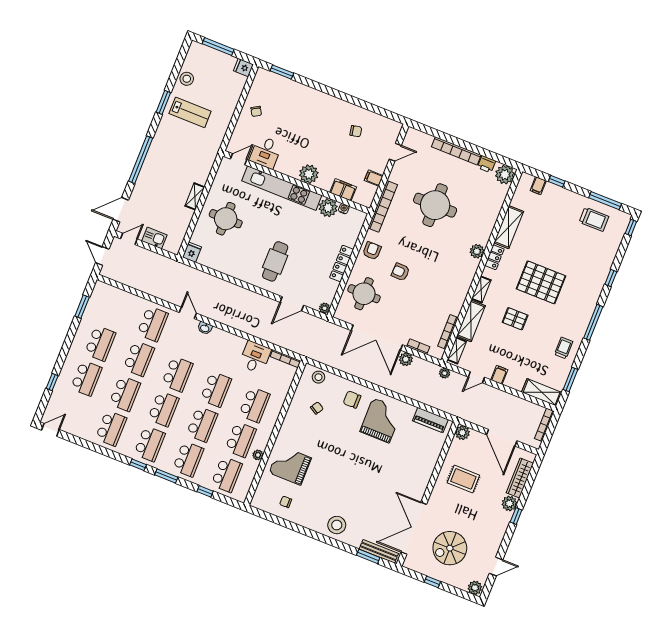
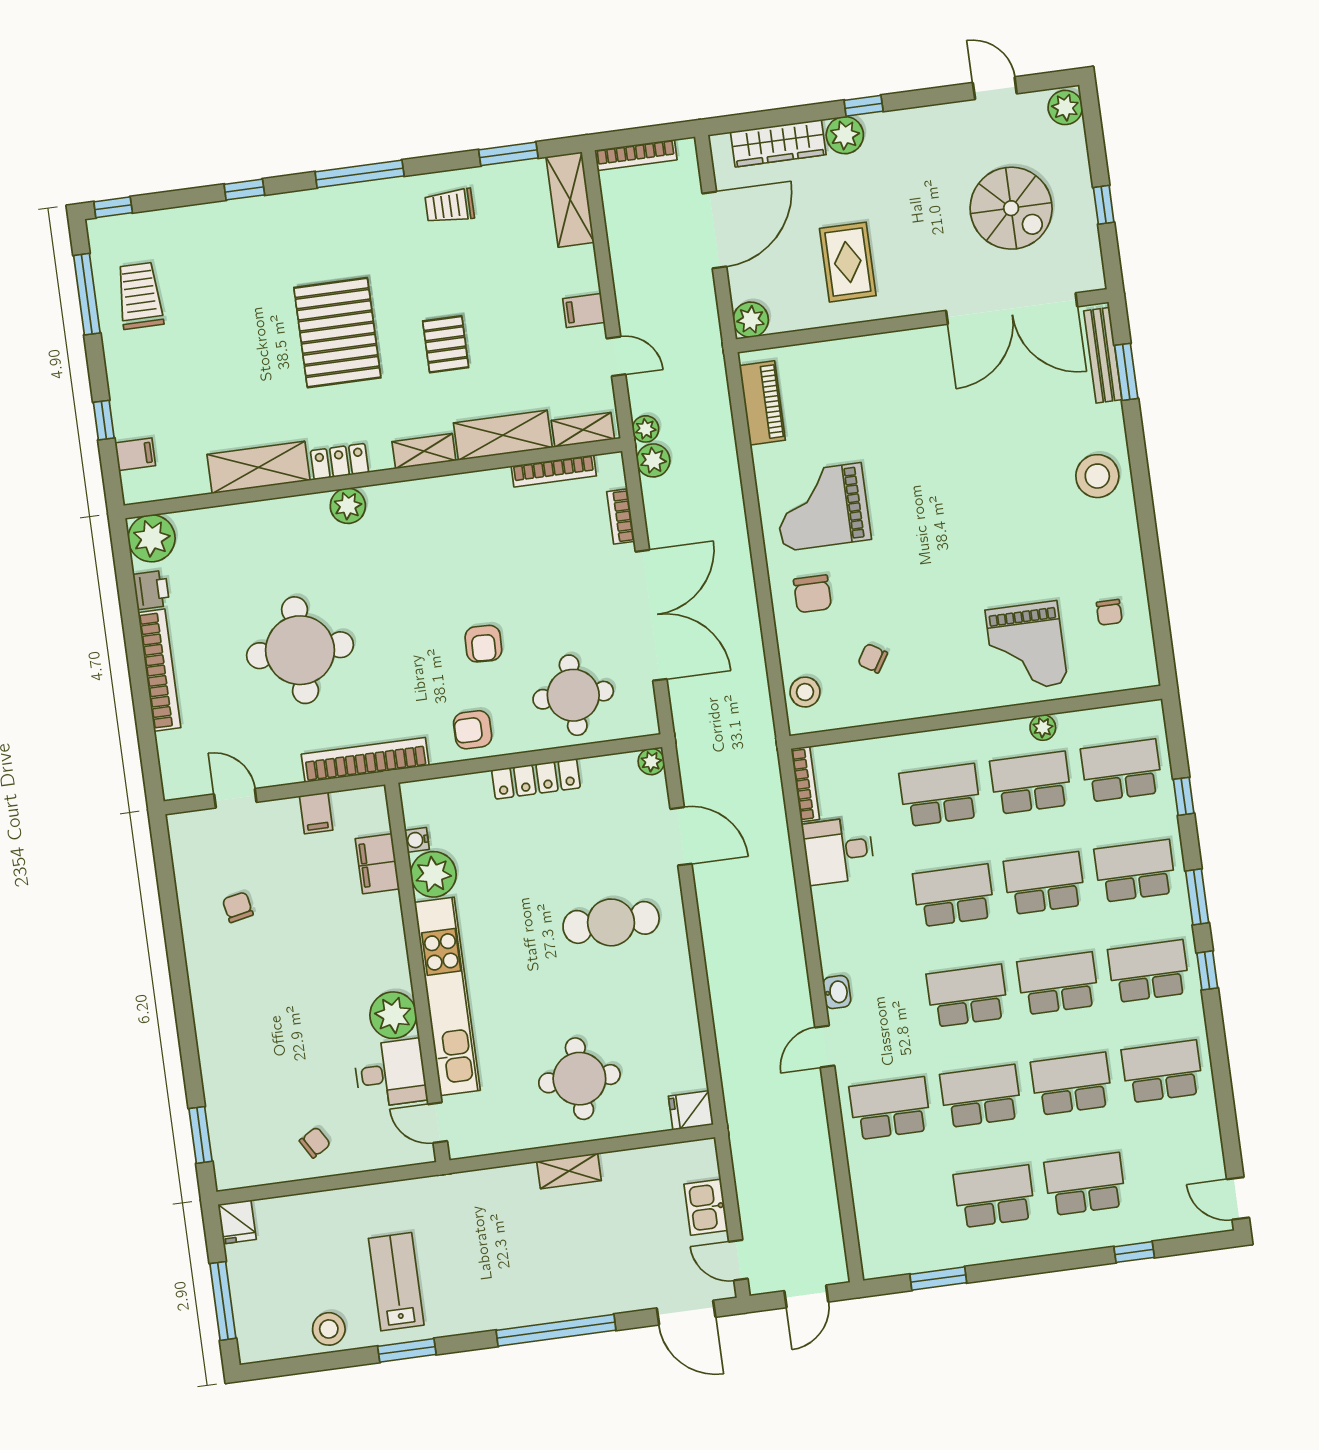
plant: (309, 174) -> (393, 1015), moved
plant: (406, 359) -> (653, 460), moved

